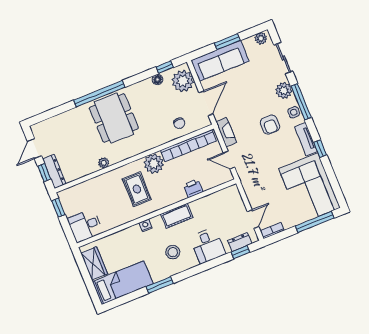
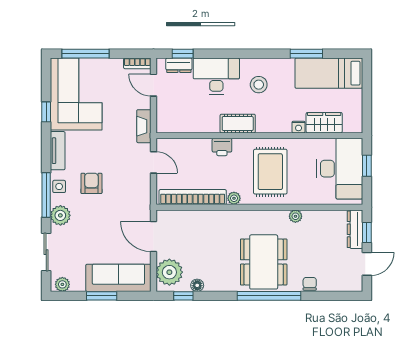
door: (206, 103) -> (154, 236), hinge flipped
chair: (179, 123) -> (310, 284), moved
fireplace: (226, 132) -> (144, 126), moved
window: (320, 149) -> (46, 112), moved
plant: (154, 164) -> (234, 198), width x0.53, depth x0.53
printer: (193, 188) -> (222, 147), moved
rug: (137, 189) -> (270, 172), width x1.36, depth x1.43
window: (58, 208) -> (367, 166), moved
door: (253, 219) -> (154, 85), hinge flipped
desk: (85, 225) -> (340, 169), width x1.87, depth x1.30
nightstand: (146, 225) -> (299, 127), moved
desk: (208, 245) -> (216, 76), width x1.37
wardrobe: (94, 264) -> (324, 123), moved, turned 90
window: (160, 285) -> (306, 54), moved

